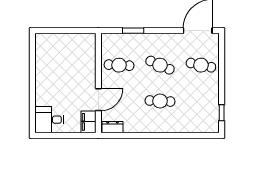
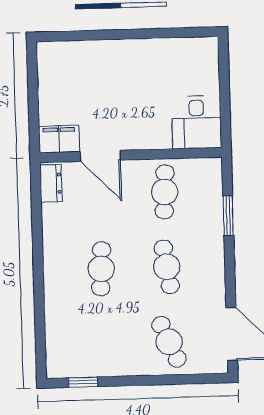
cafe table: (160, 65) -> (167, 267), turned -33
cafe table: (201, 65) -> (169, 342), turned -36
desk: (49, 120) -> (197, 122), moved, turned 180

